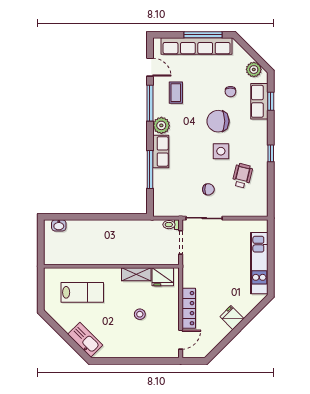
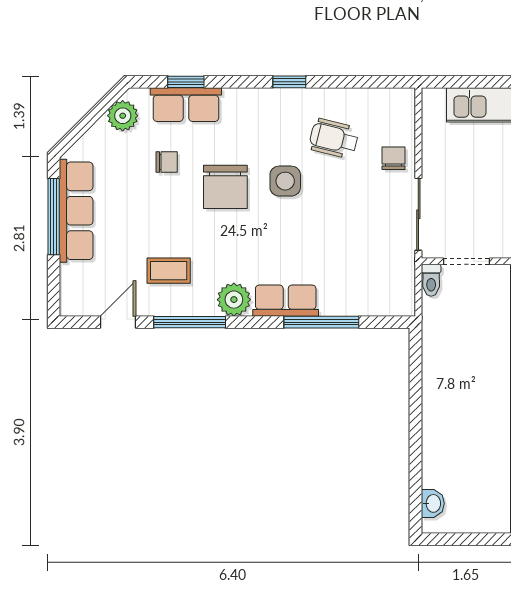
row of seats: (197, 46) -> (76, 211), width x0.73
chair: (208, 189) -> (394, 158), moved

